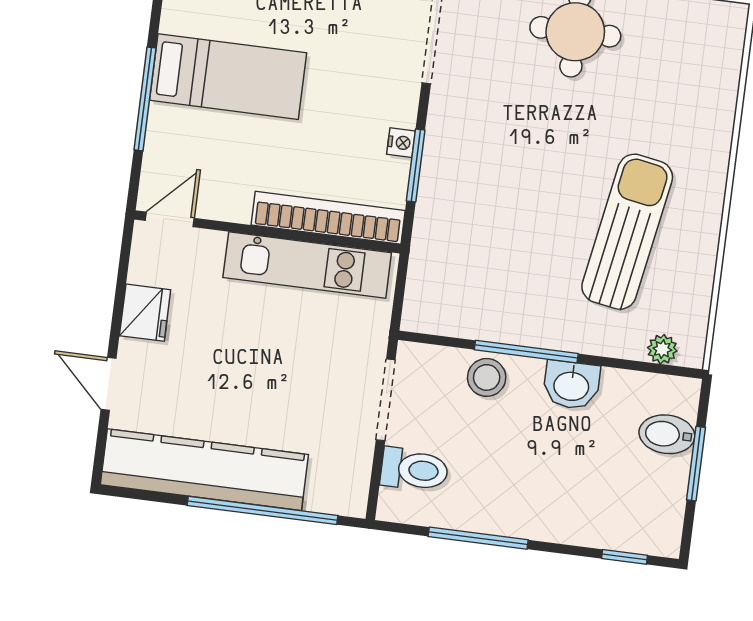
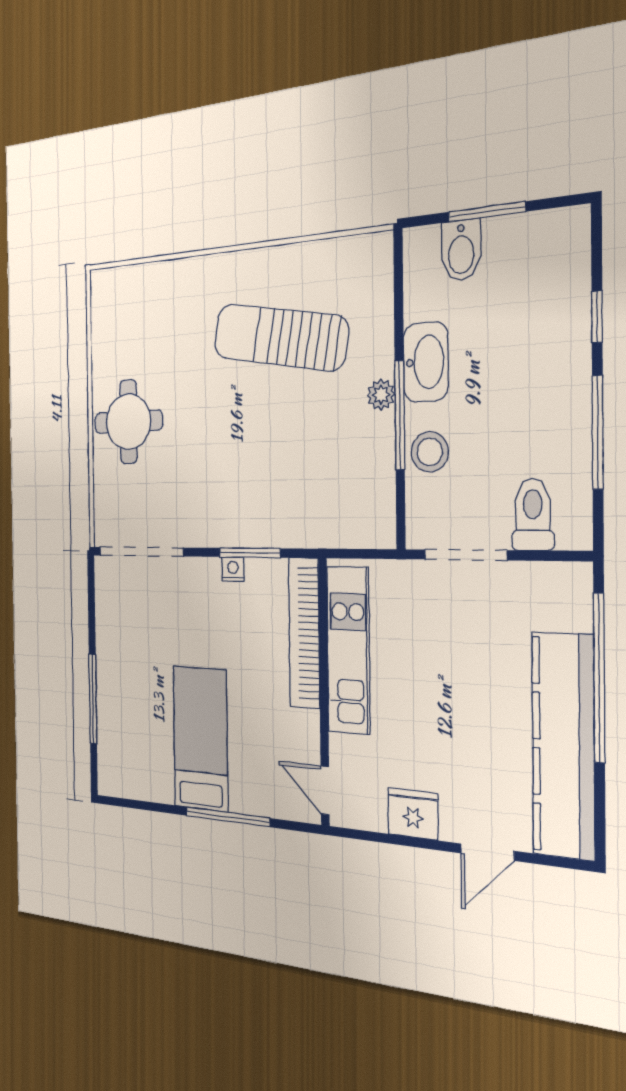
plant: (662, 349) -> (381, 395), moved
washbasin: (571, 385) -> (426, 362), width x1.38
window: (624, 557) -> (597, 317), moved

